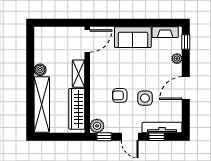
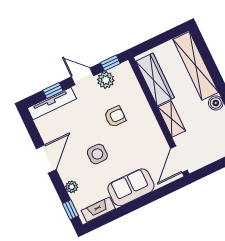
side table: (145, 98) -> (97, 154), moved
plant: (97, 126) -> (106, 80), moved

